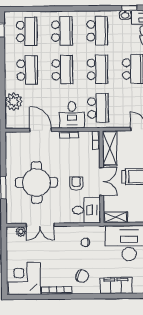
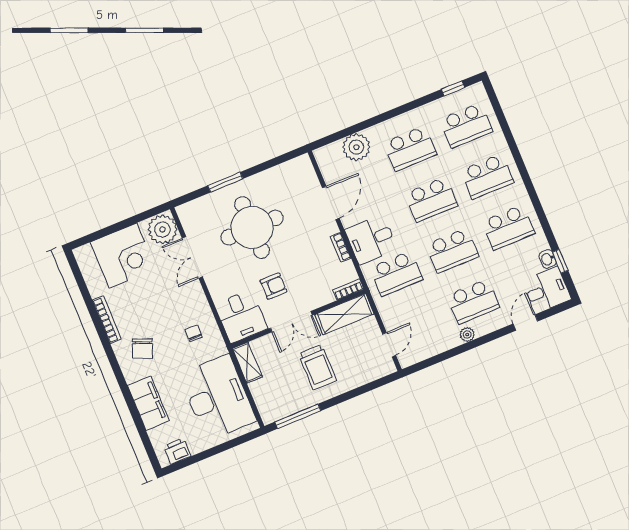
plant: (21, 232) -> (163, 229), width x1.87, depth x1.87
corner desk: (24, 279) -> (123, 256), moved, turned 90

